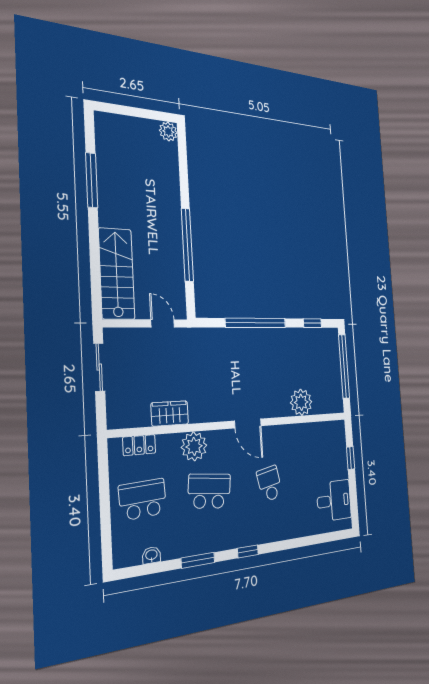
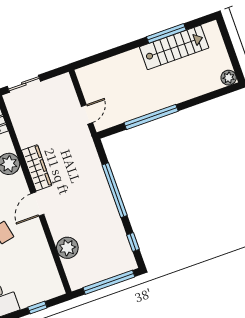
stairs: (117, 274) -> (174, 47), moved
sliding door: (99, 367) -> (24, 84), moved
wardrobe: (170, 413) -> (37, 168), moved, width x1.50

